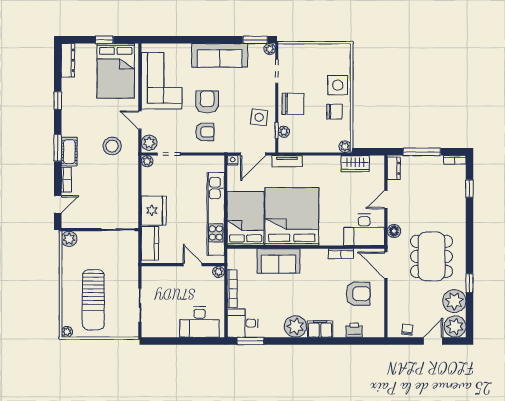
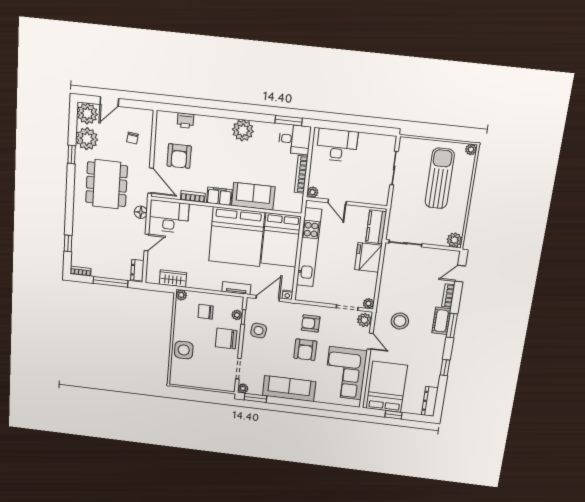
chair: (335, 112) -> (206, 312), moved
armchair: (358, 294) -> (179, 156), turned -90
filing cabinet: (320, 329) -> (219, 196), moved, turned 180
chair: (407, 330) -> (132, 138), moved

